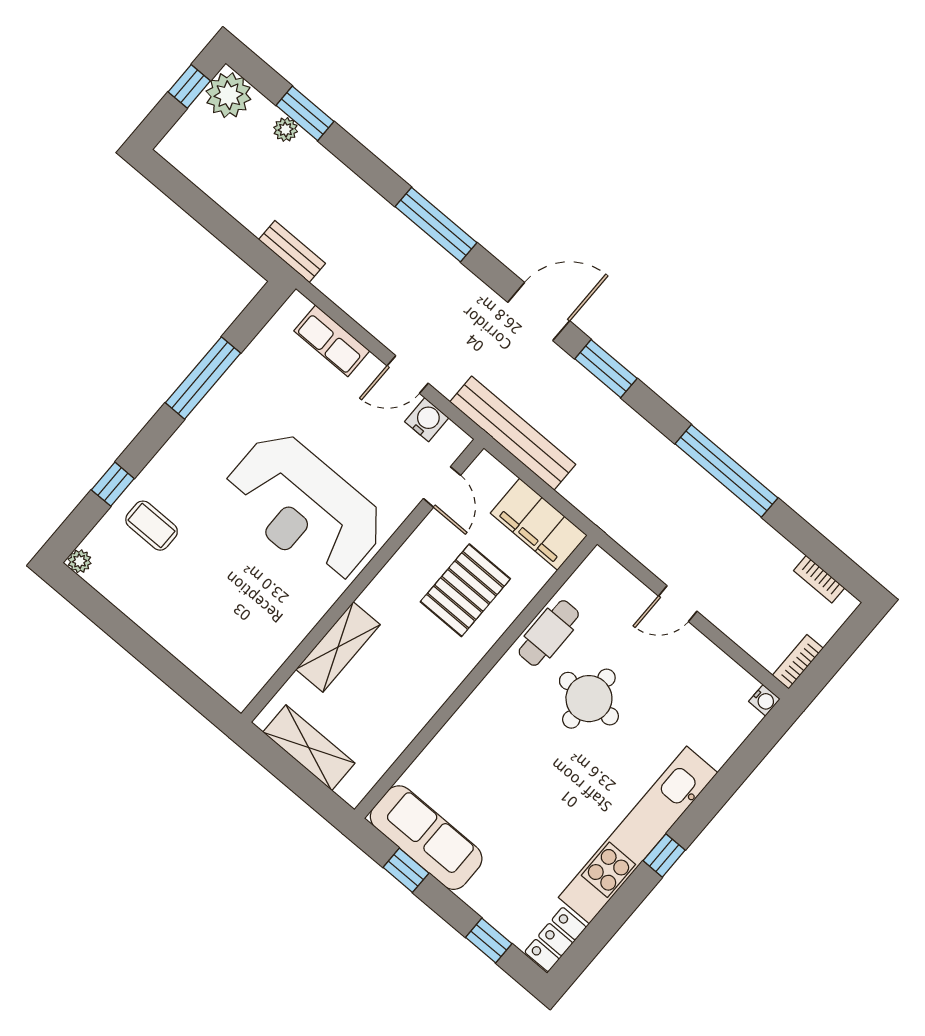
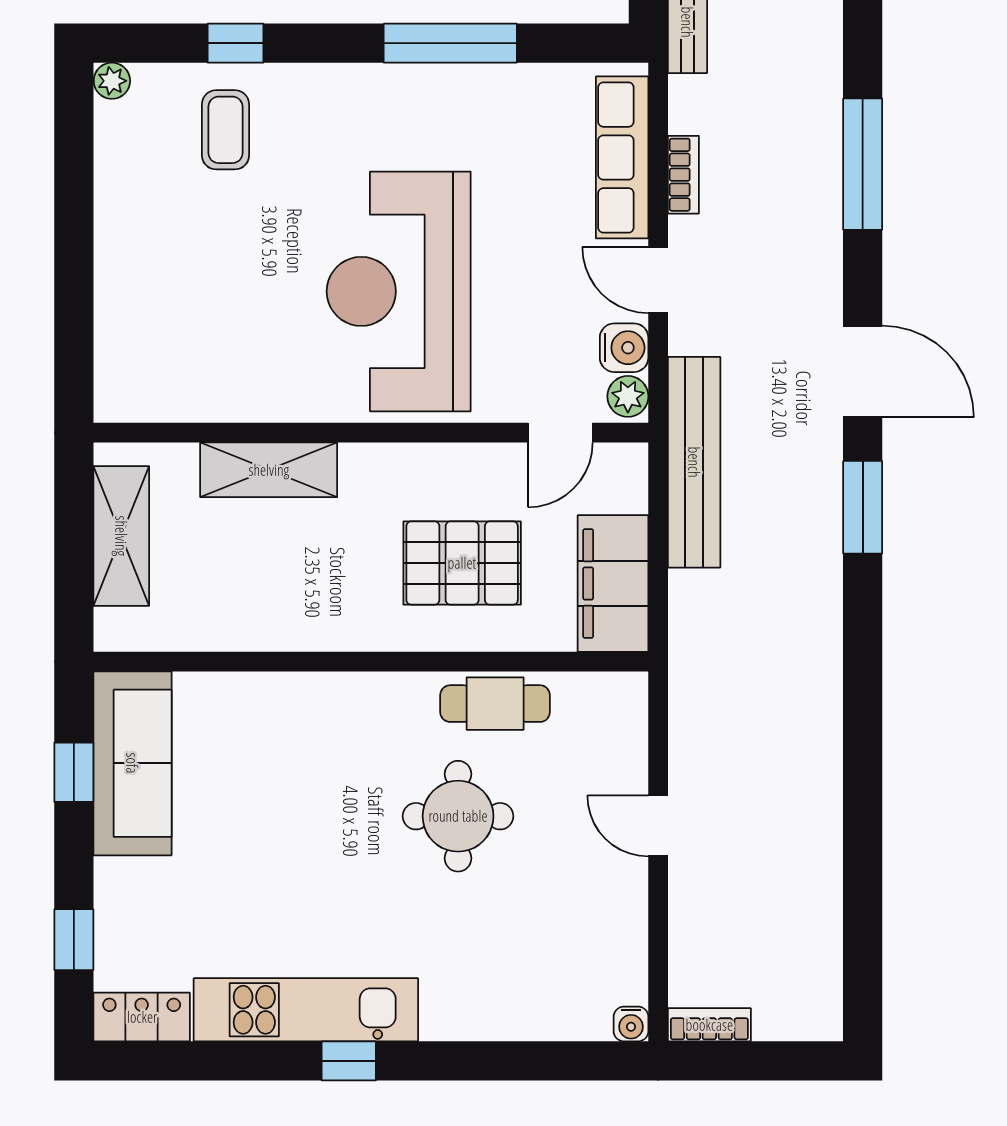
row of seats: (332, 341) -> (622, 157), width x1.48
plant: (452, 438) -> (628, 396), added
window: (726, 471) -> (863, 751), removed
bookcase: (819, 579) -> (683, 175), moved, turned 180
kitchen unit: (638, 835) -> (306, 1010), width x0.73

